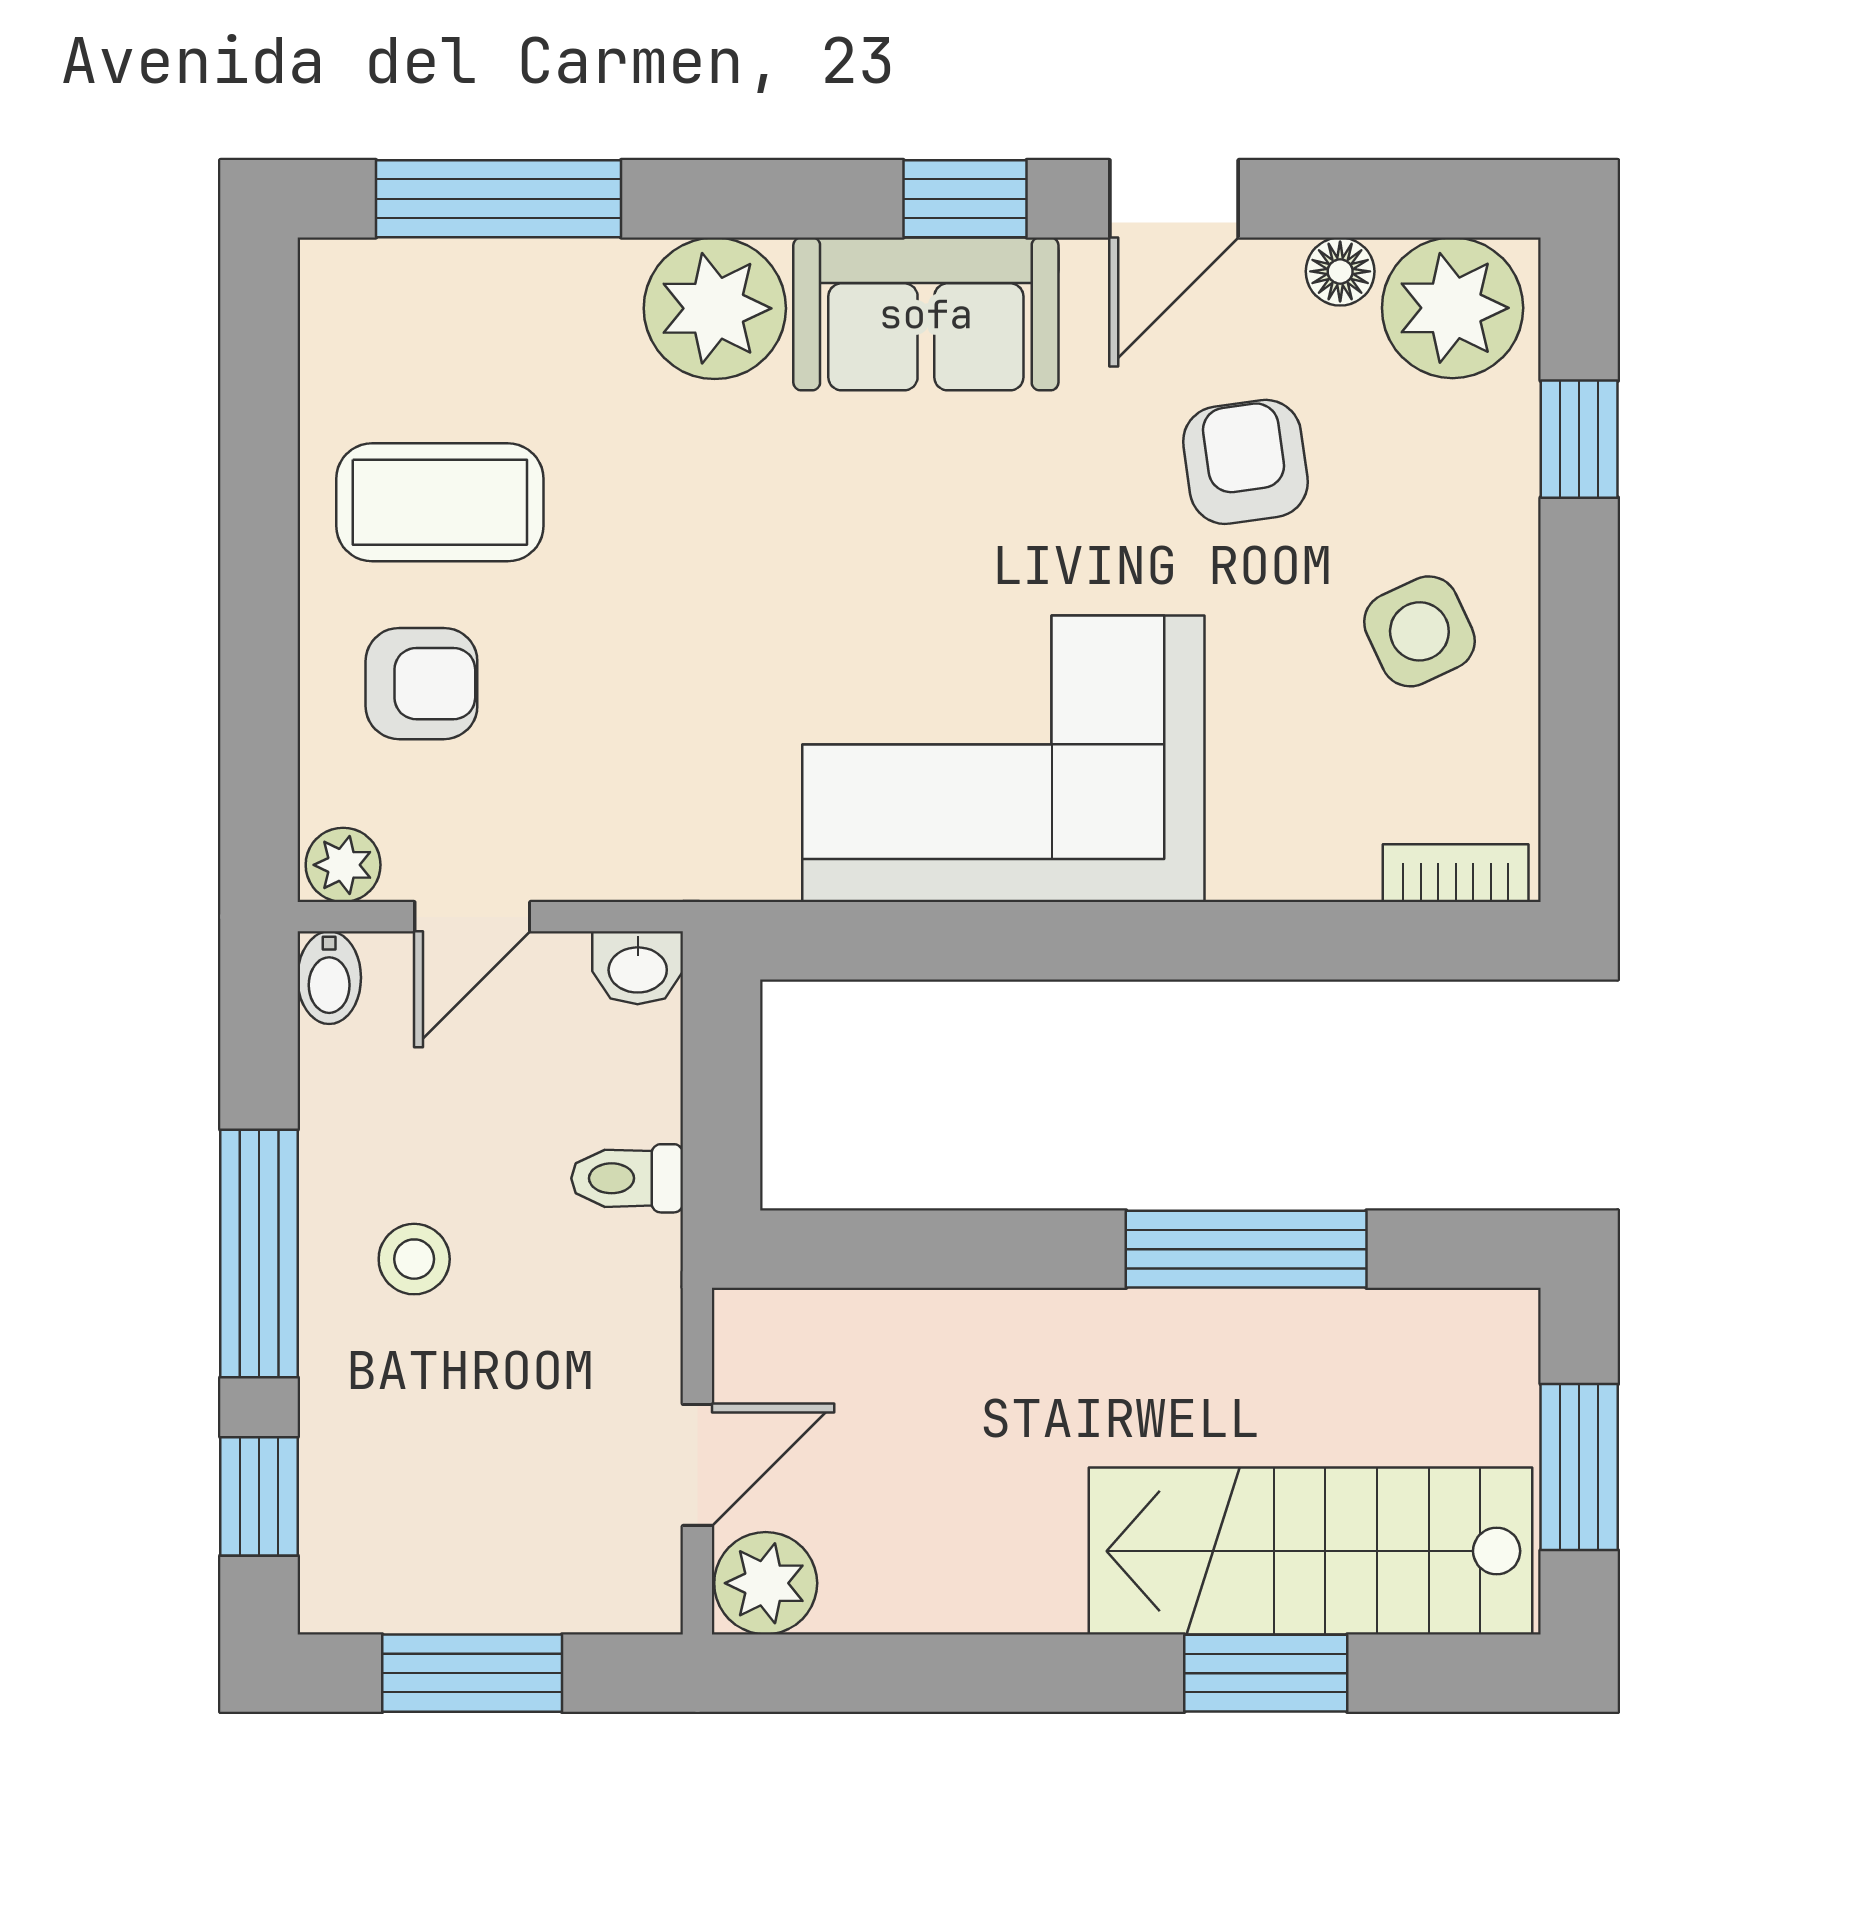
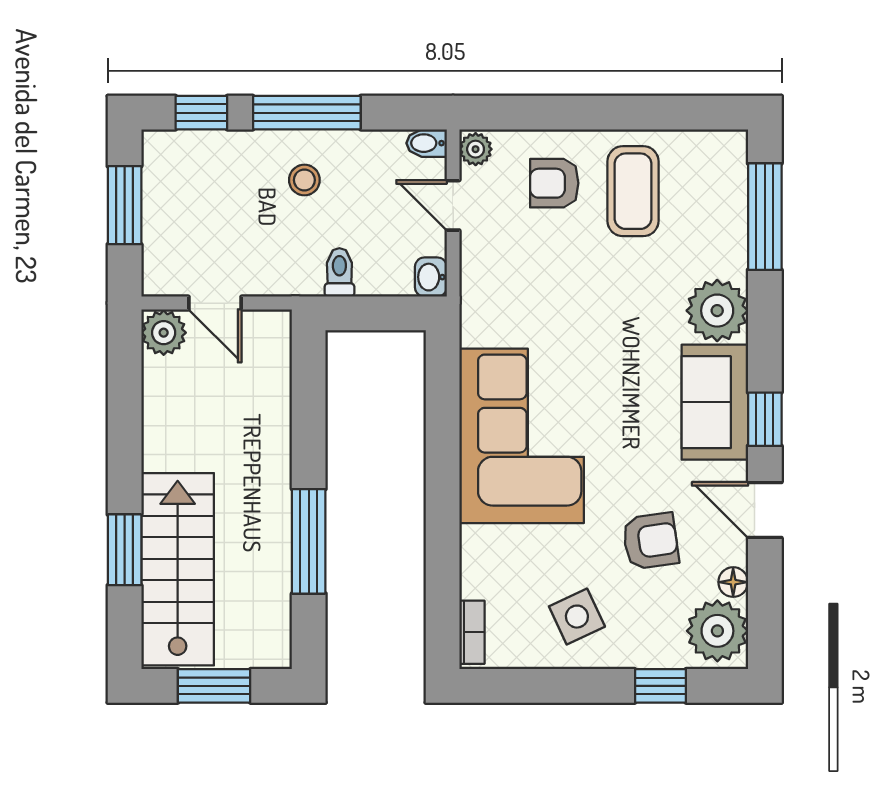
armchair: (421, 684) -> (554, 183), turned 90

